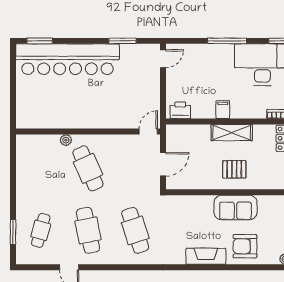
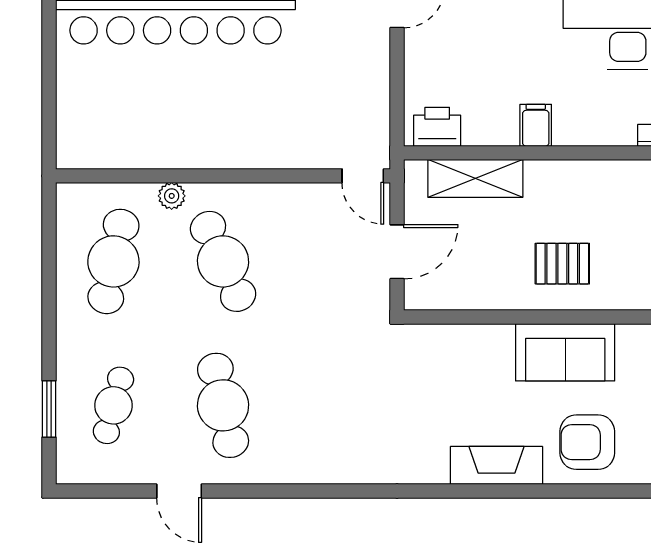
door: (148, 131) -> (363, 176), swing flipped
shelving: (232, 133) -> (475, 178), moved
cafe table: (135, 230) -> (113, 261), moved, turned 30

